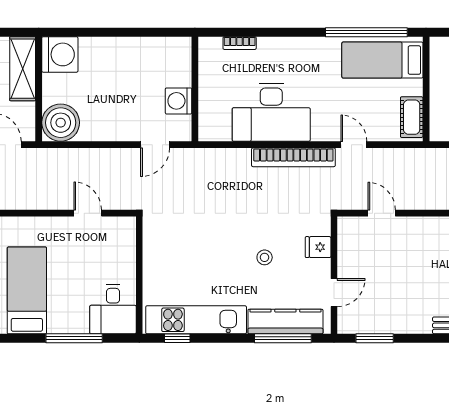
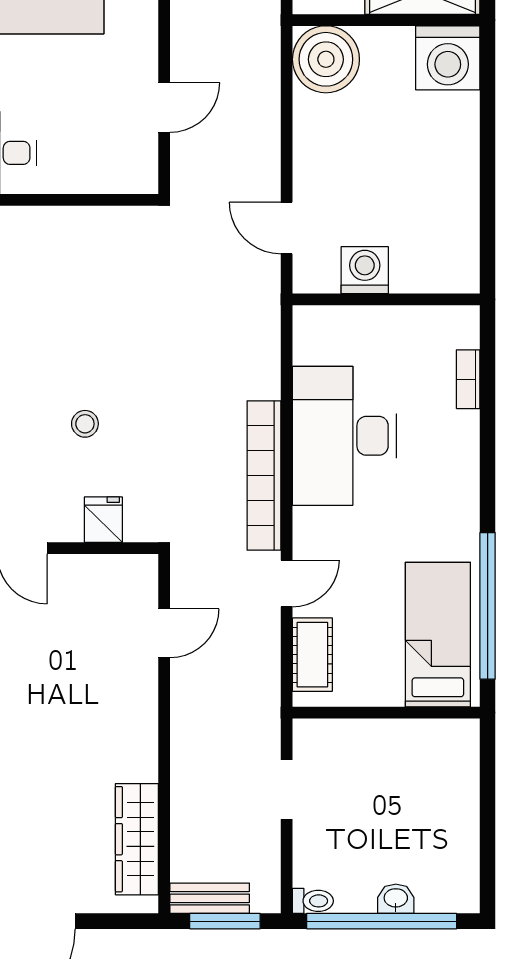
cot: (412, 117) -> (312, 655), moved, turned 90

